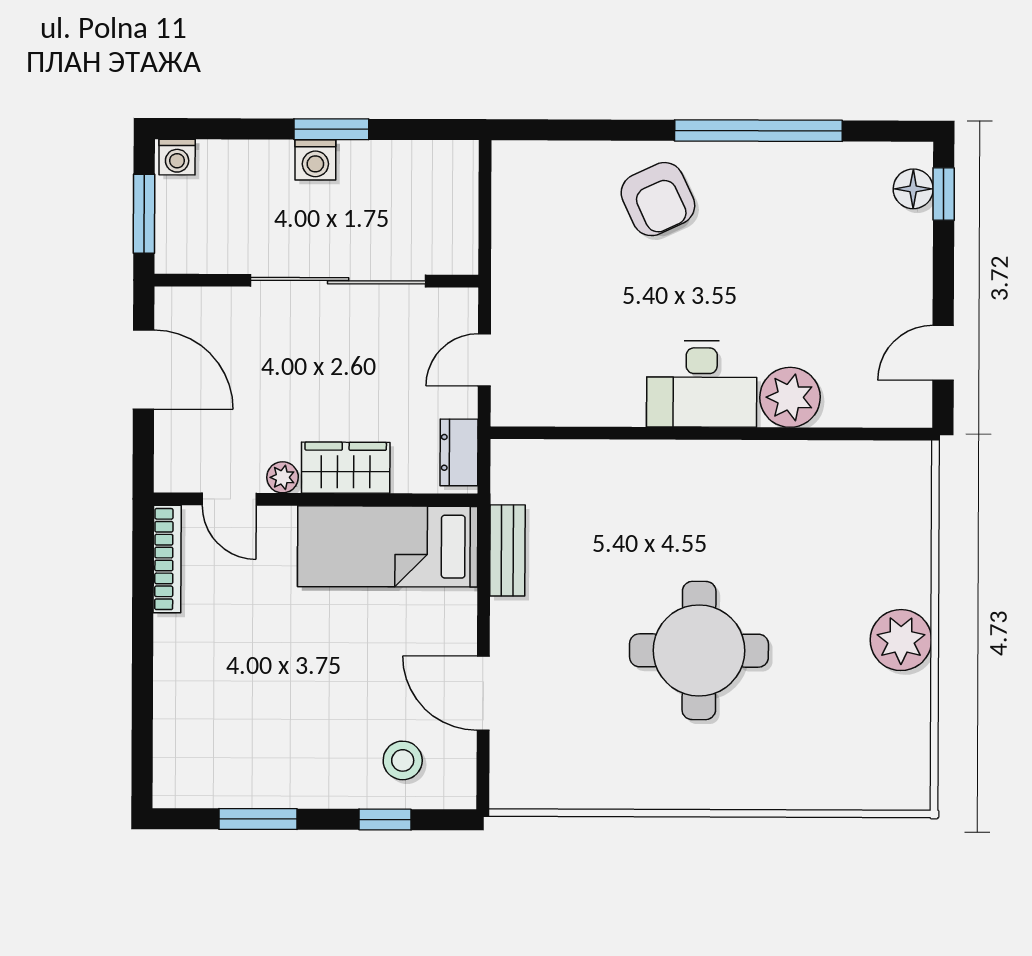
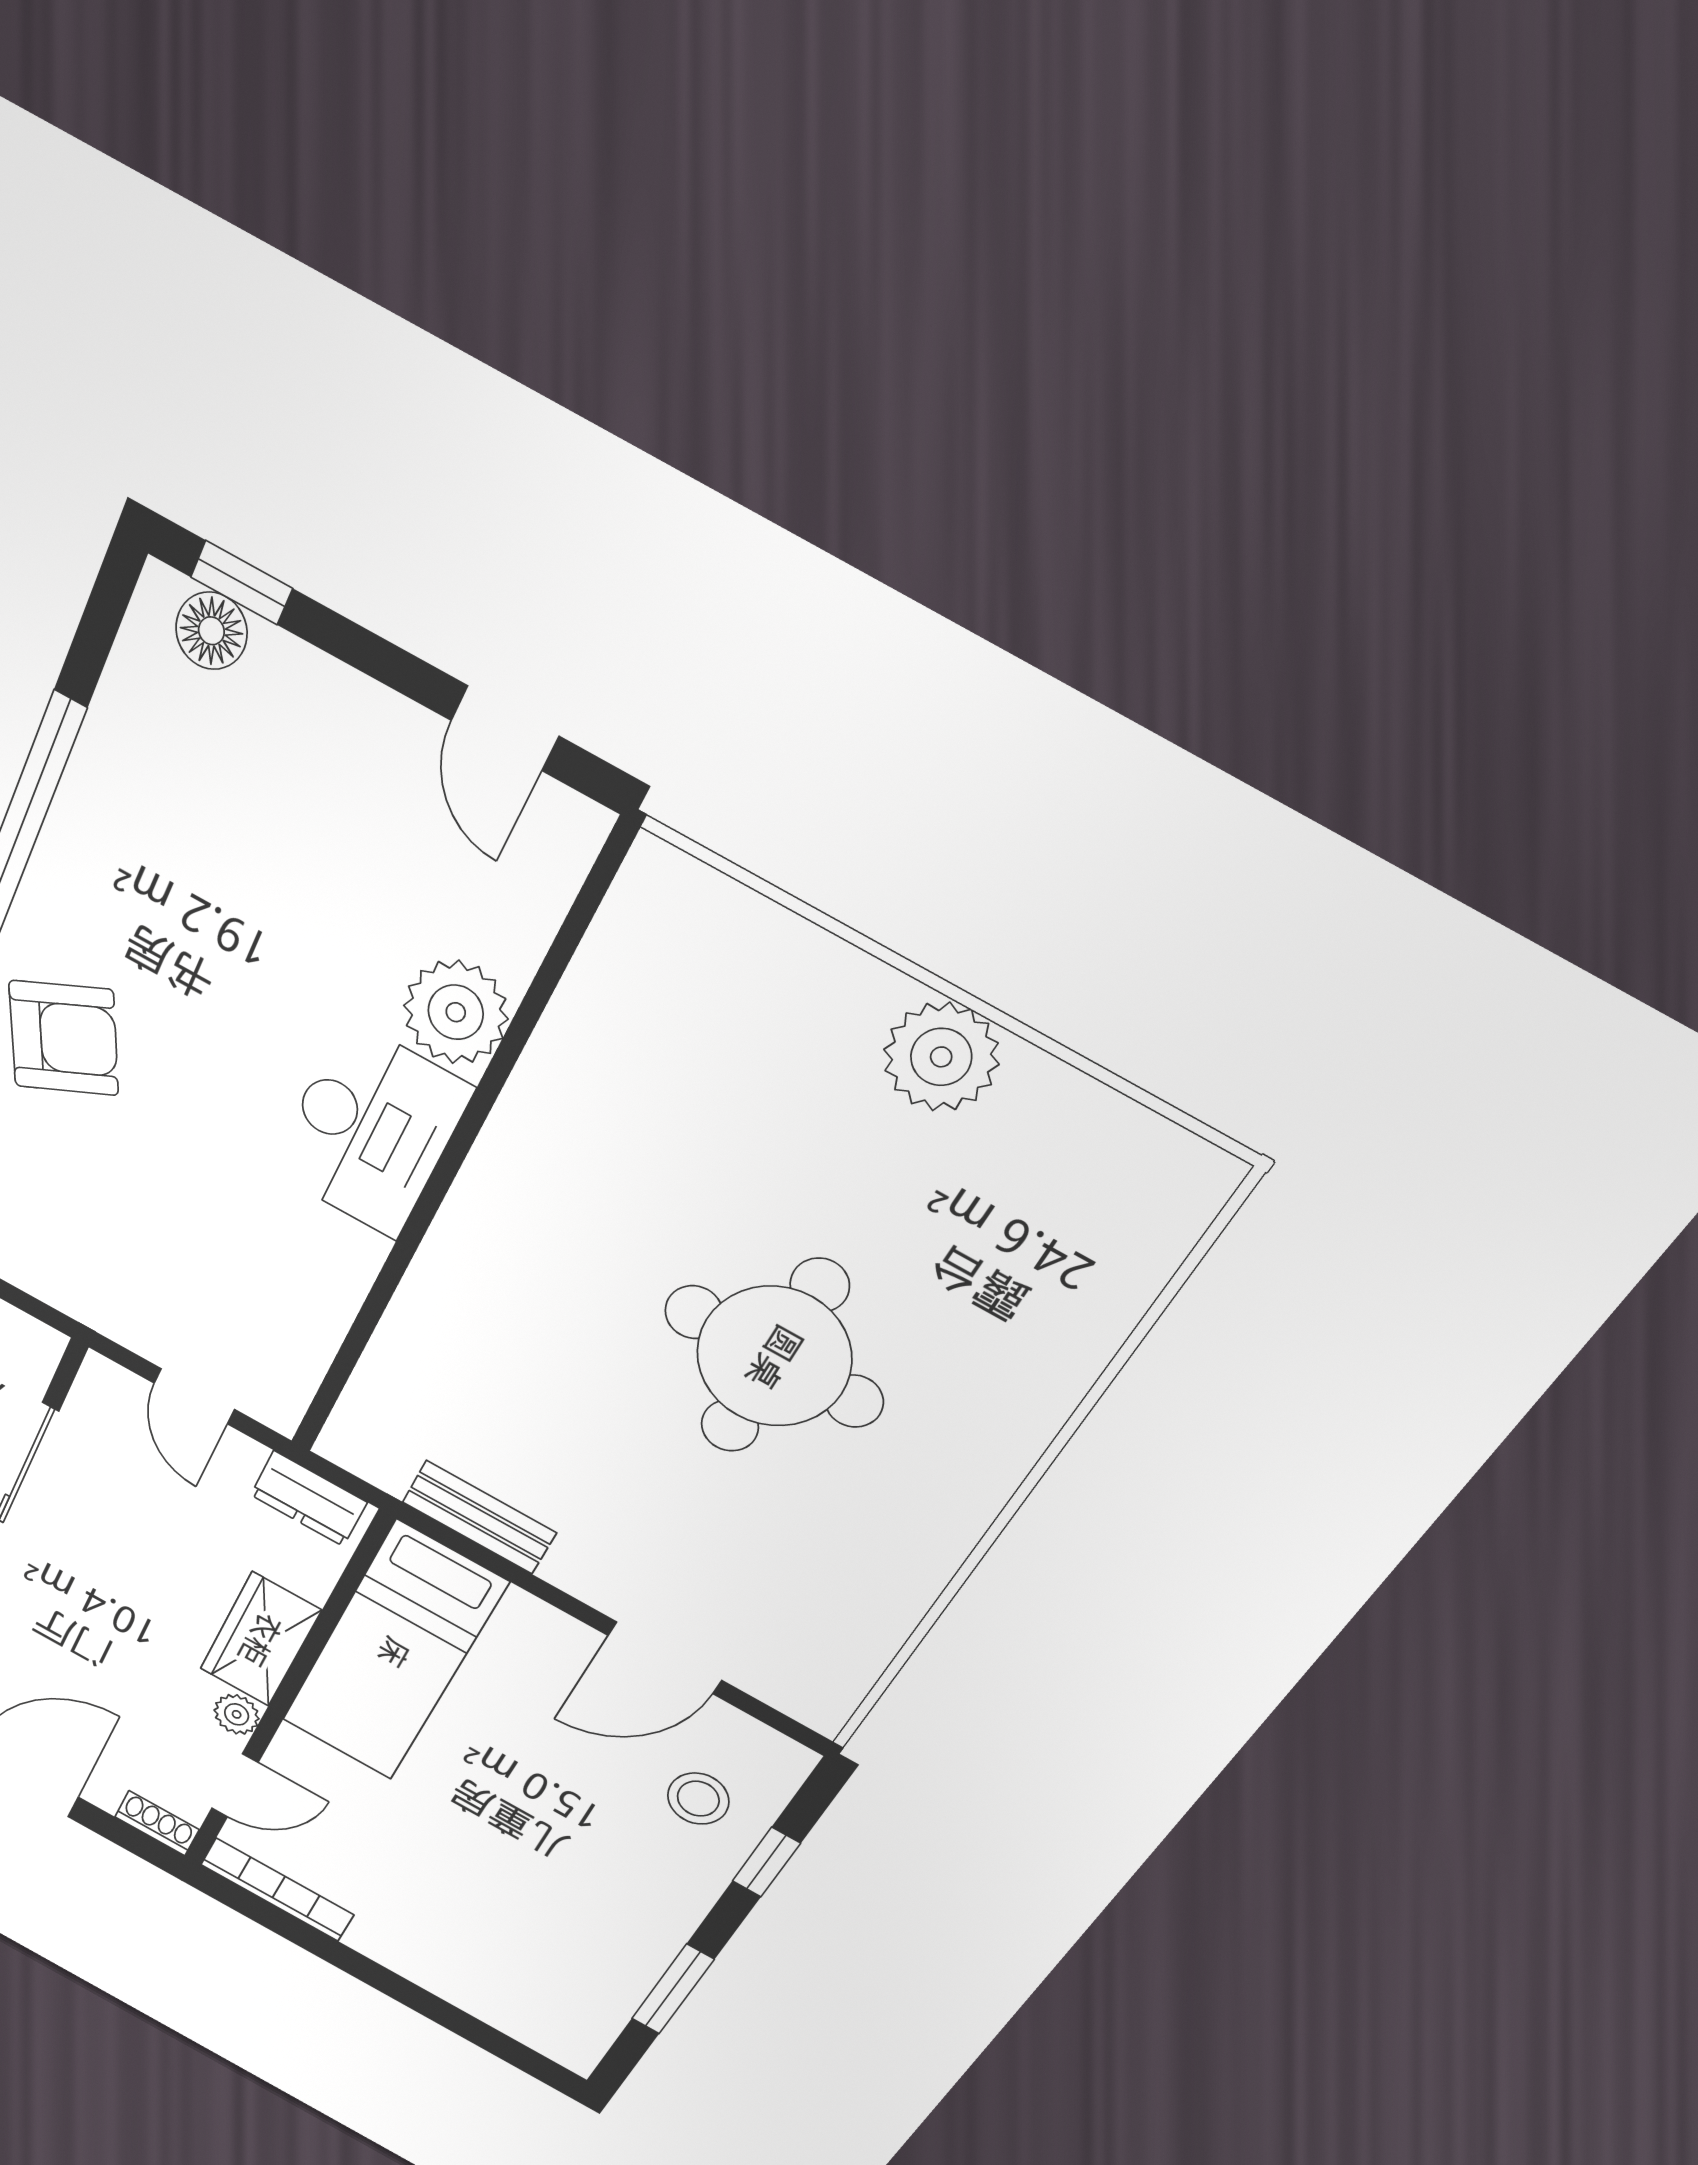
shoe rack: (167, 465) -> (157, 1823), added

